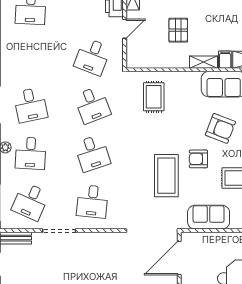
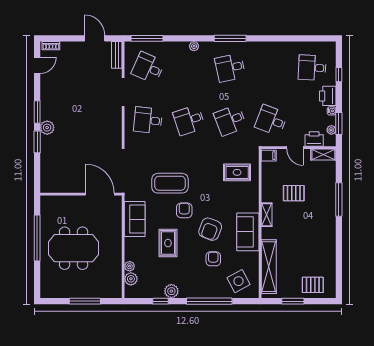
filing cabinet: (225, 60) -> (269, 156), moved
desk: (31, 153) -> (189, 68), removed

